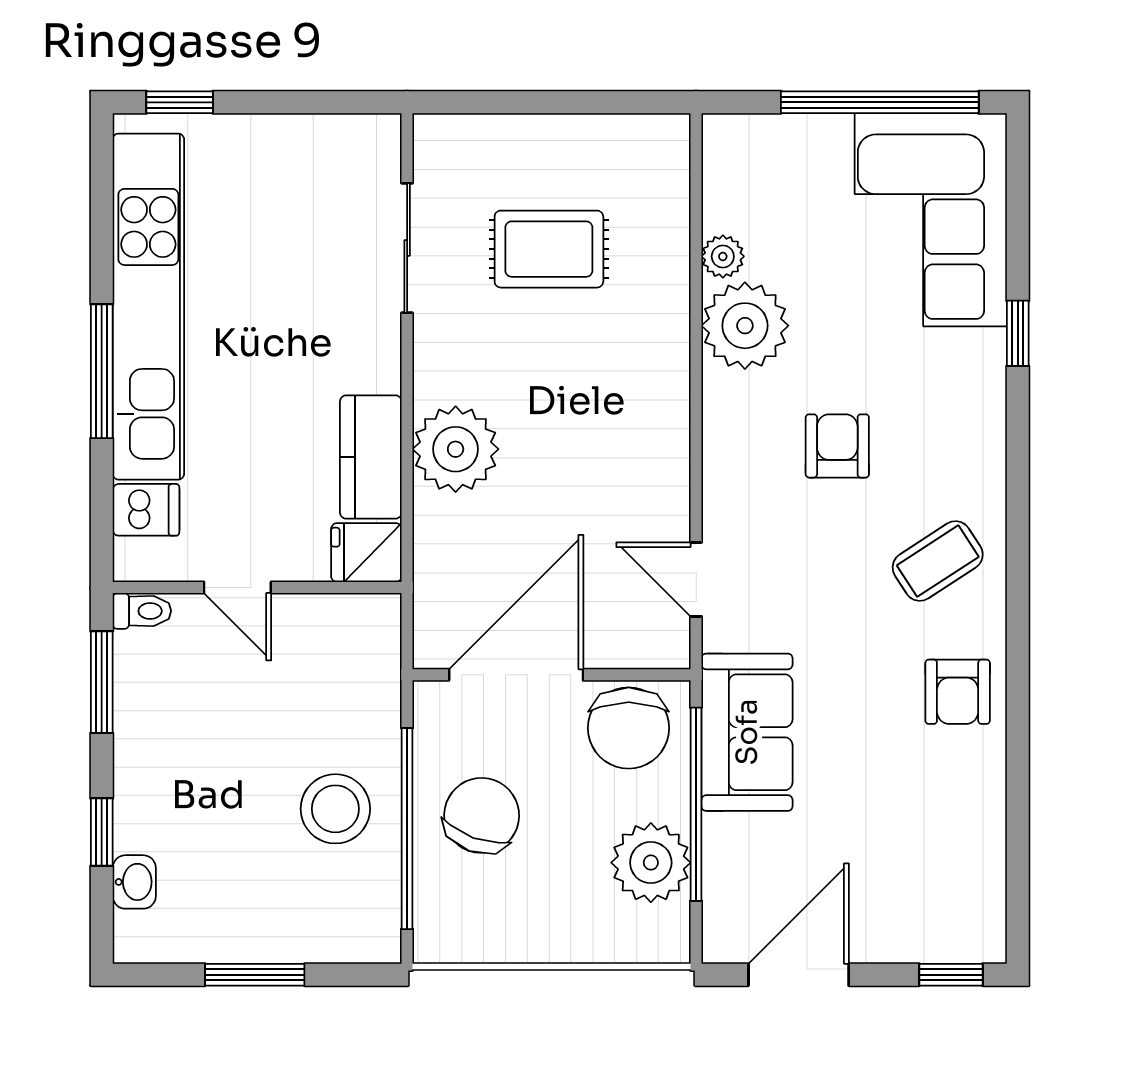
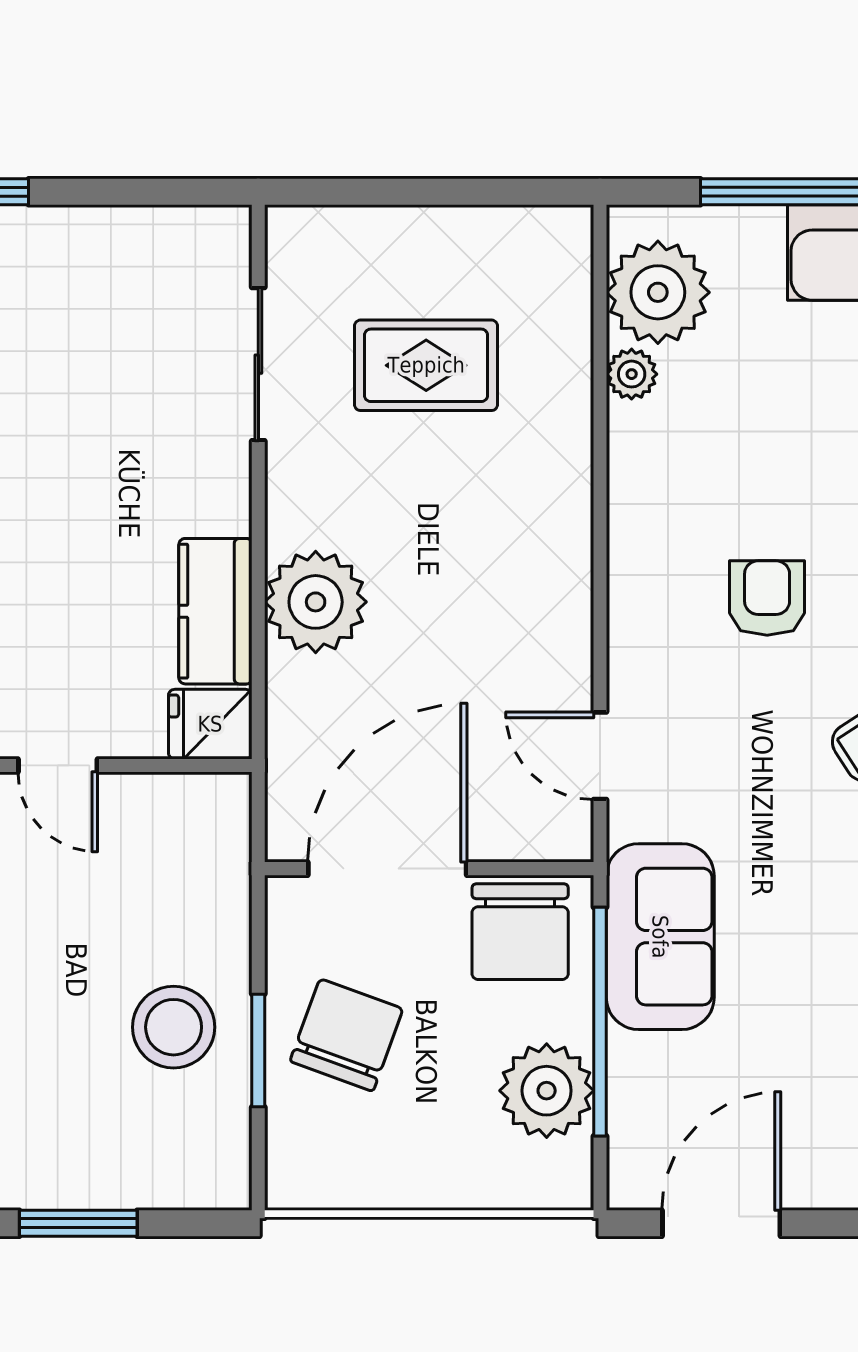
plant: (745, 326) -> (658, 292), moved
window: (407, 829) -> (258, 1050), width x0.47

